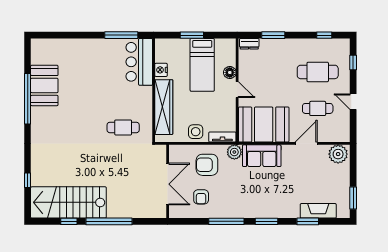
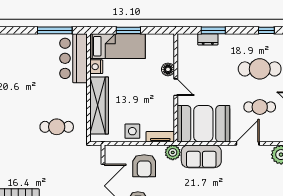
dresser: (249, 44) -> (208, 39), moved
bed: (202, 65) -> (118, 46), moved, turned -90
armchair: (207, 165) -> (144, 166), turned -90

